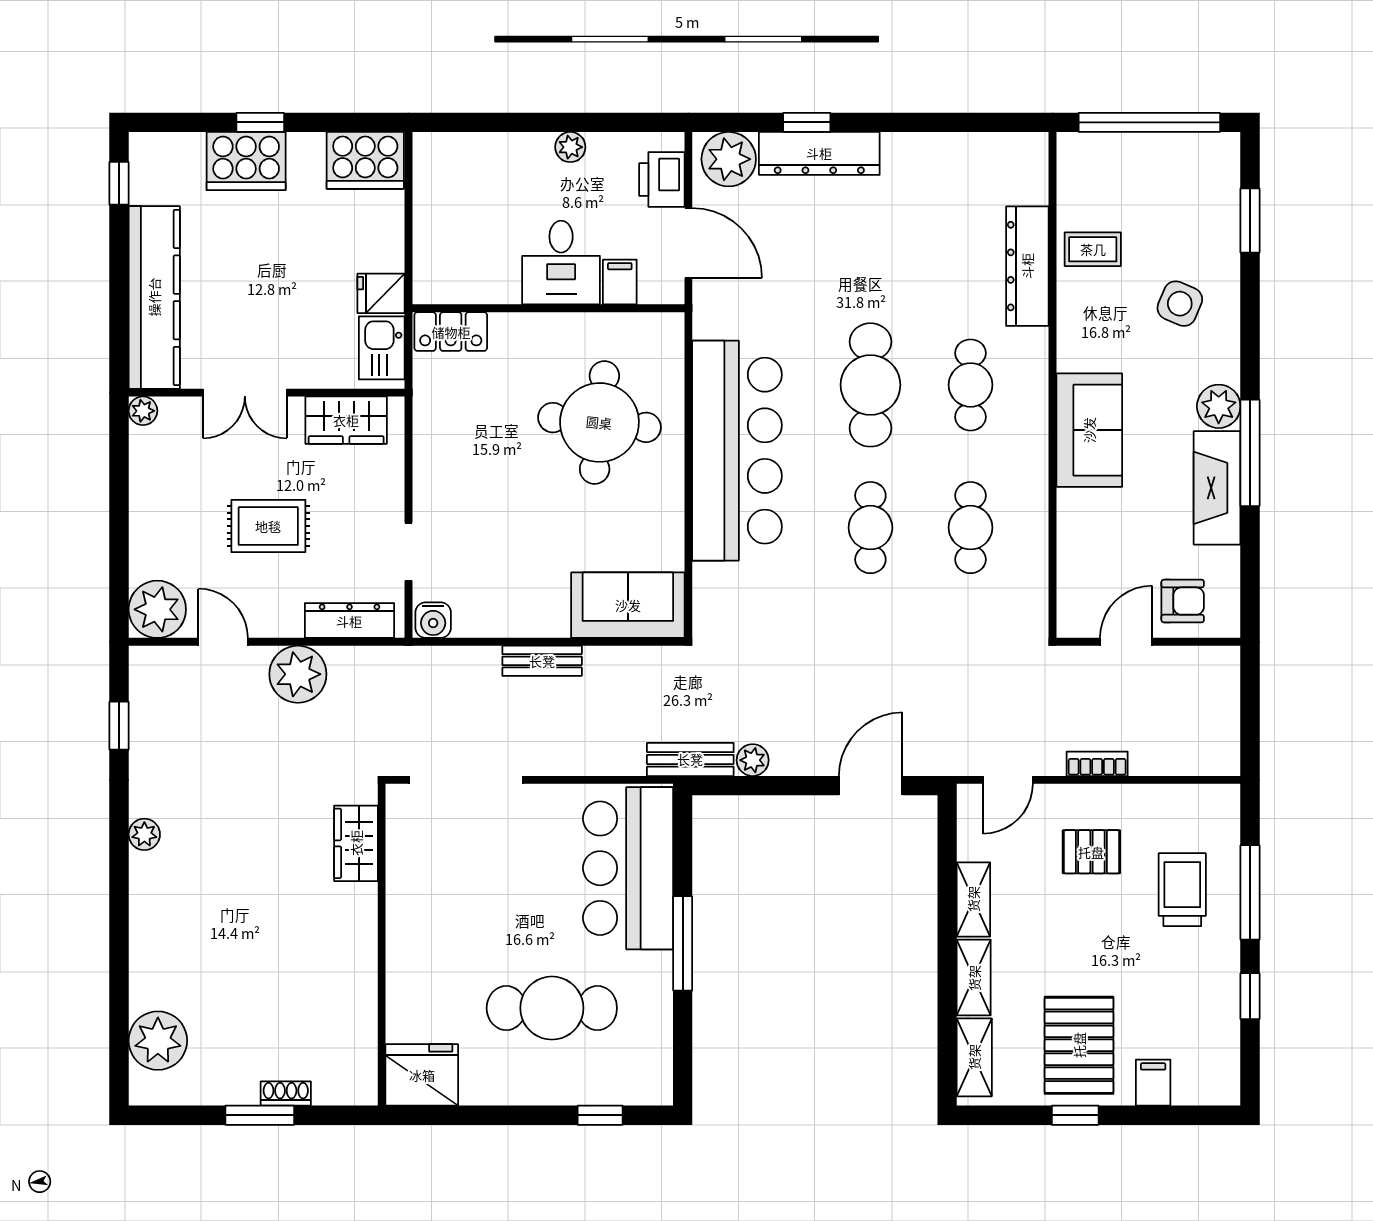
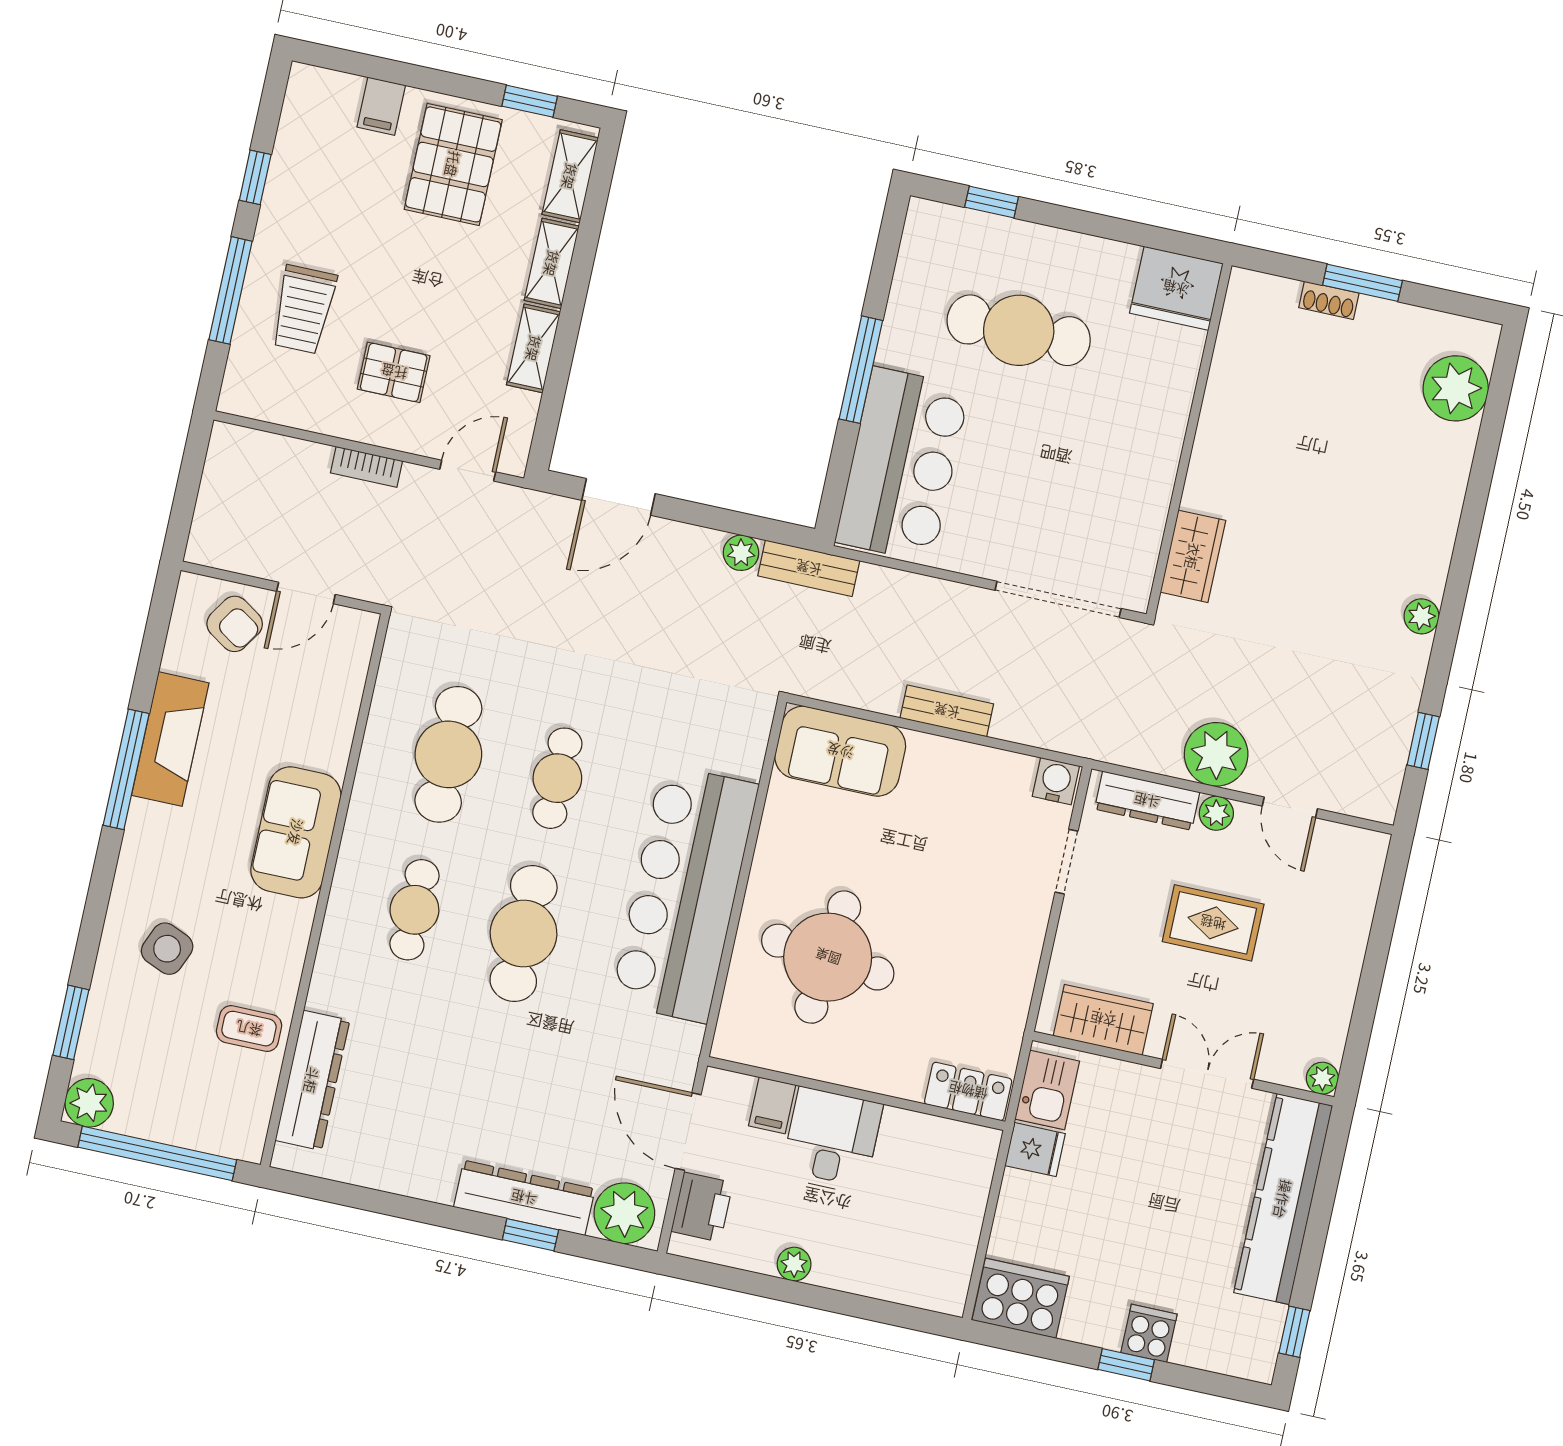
cooker: (246, 161) -> (1149, 1333), width x0.53, depth x0.76
dresser: (1027, 266) -> (312, 1080), moved
plant: (1219, 406) -> (89, 1103), moved
cafe table: (971, 528) -> (448, 754), width x1.37, depth x1.35
armchair: (1183, 601) -> (235, 624), turned -147
plant: (157, 609) -> (1216, 813), moved, width x0.53, depth x0.53
window: (1075, 1115) -> (530, 101), moved

